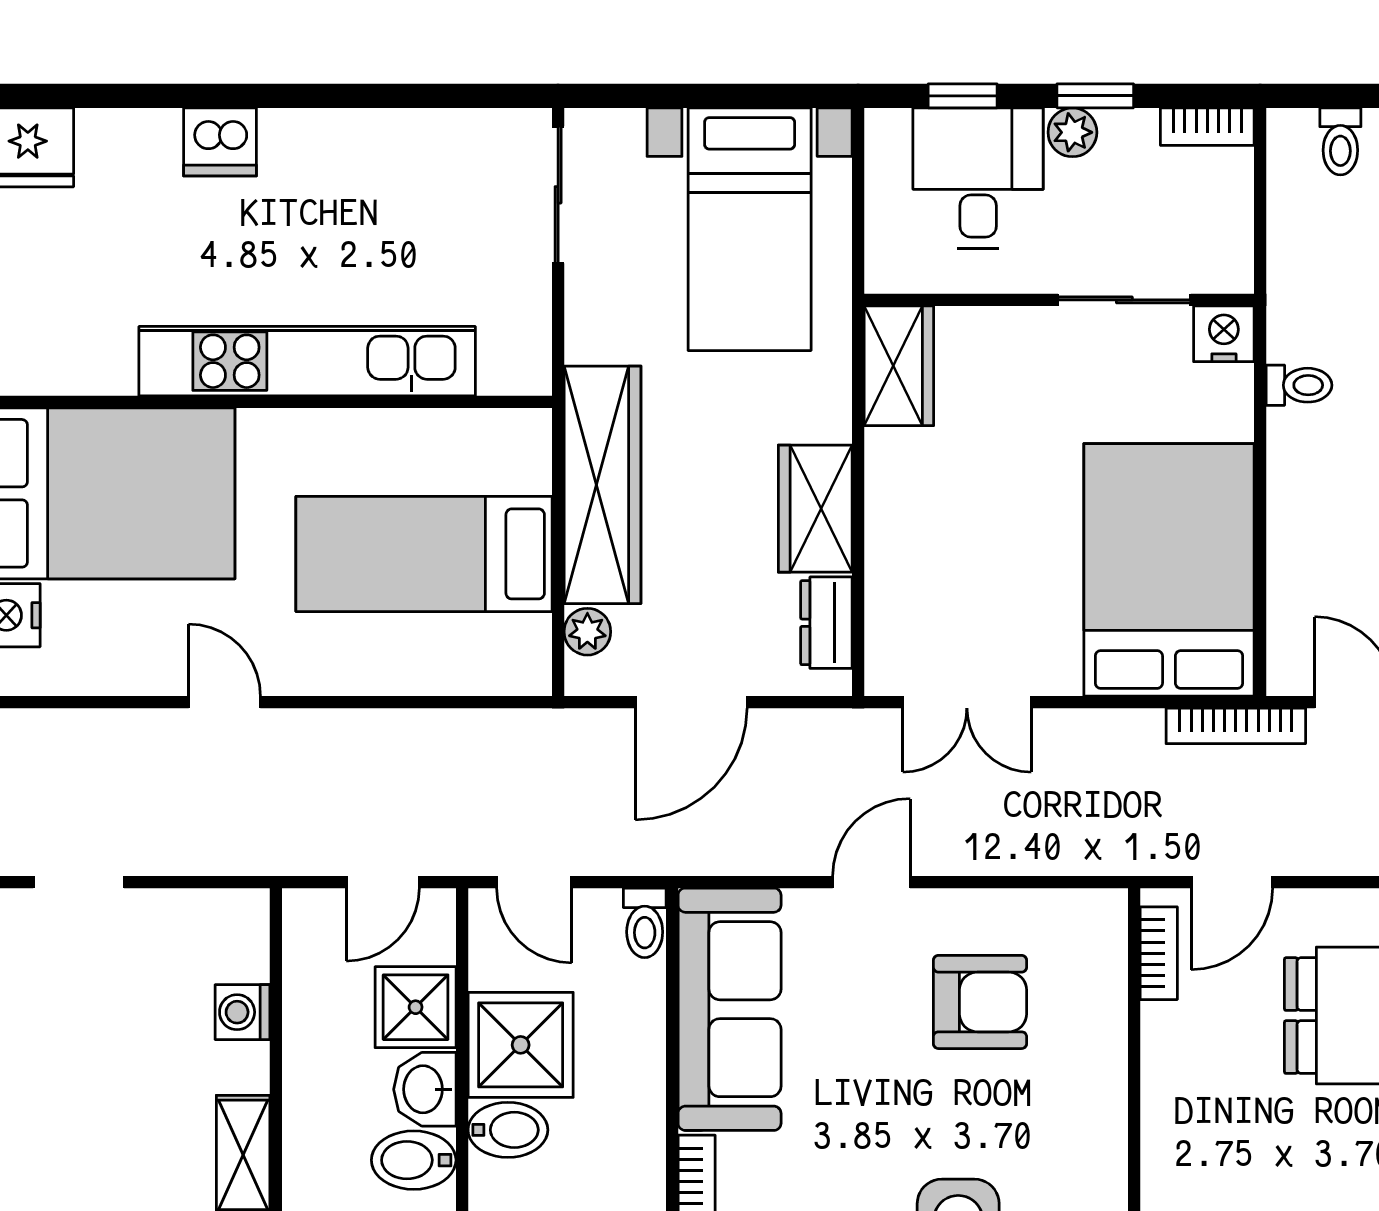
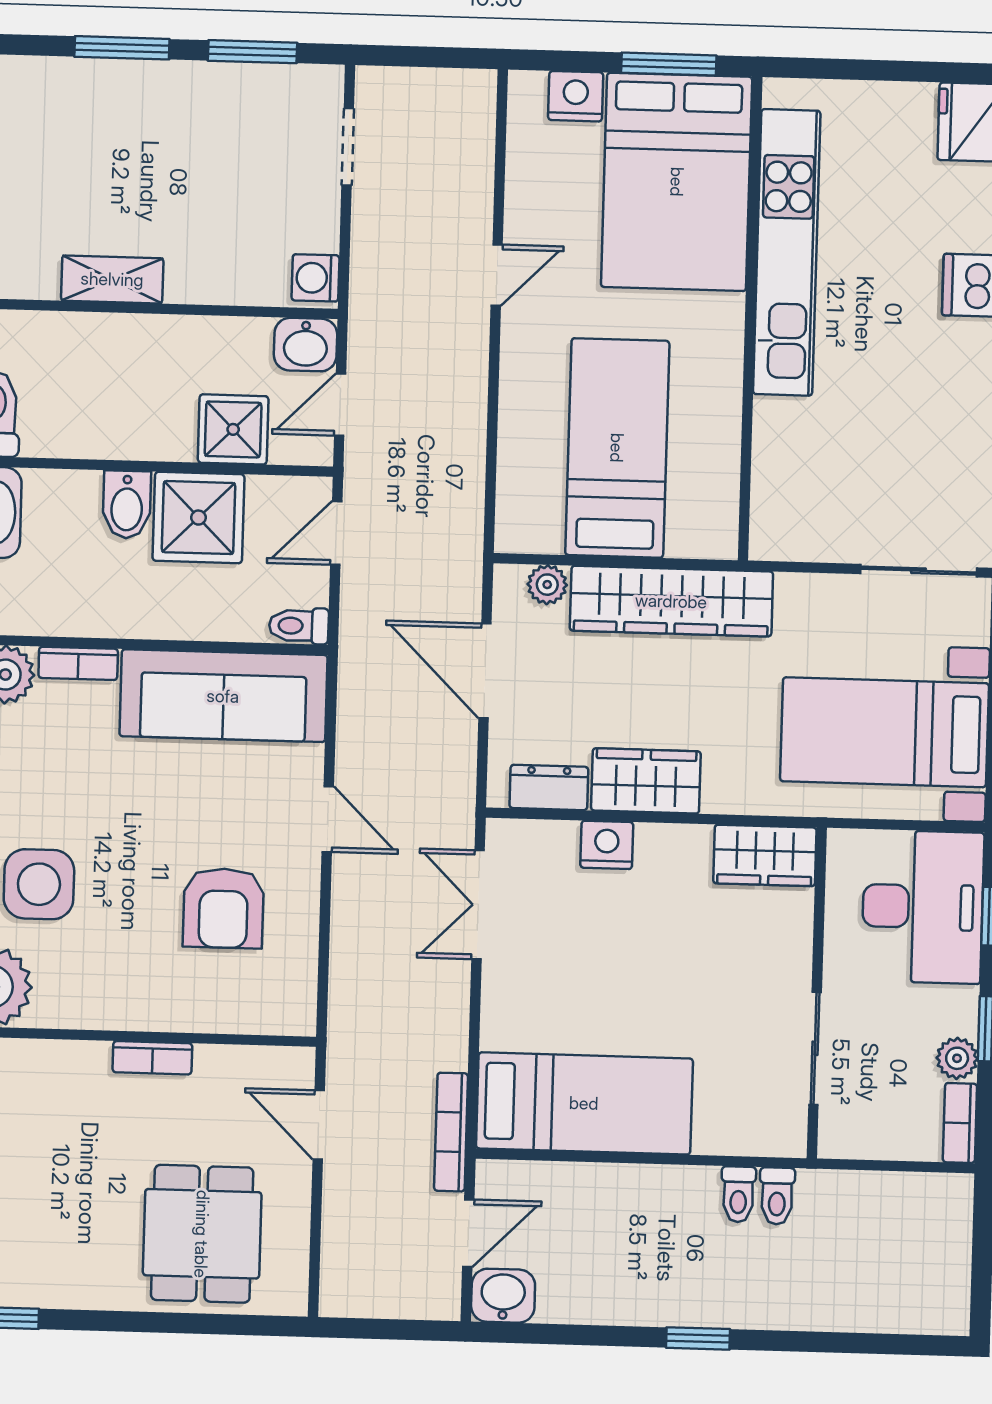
plant: (1072, 132) -> (957, 1058), moved
toilet: (1340, 141) -> (777, 1196), moved, turned -90
desk: (978, 178) -> (923, 907), width x1.37
nightstand: (1224, 334) -> (607, 845), moved, turned -90
kitchen unit: (307, 361) -> (787, 252), moved
bed: (1169, 570) -> (584, 1103), width x0.67
door: (383, 882) -> (340, 405), hinge flipped
bookcase: (1159, 953) -> (152, 1058), moved
washing machine: (243, 1012) -> (315, 278), moved, turned -90
washbasin: (425, 1089) -> (305, 345), moved, turned 180
bidet: (414, 1160) -> (103, 424), removed

